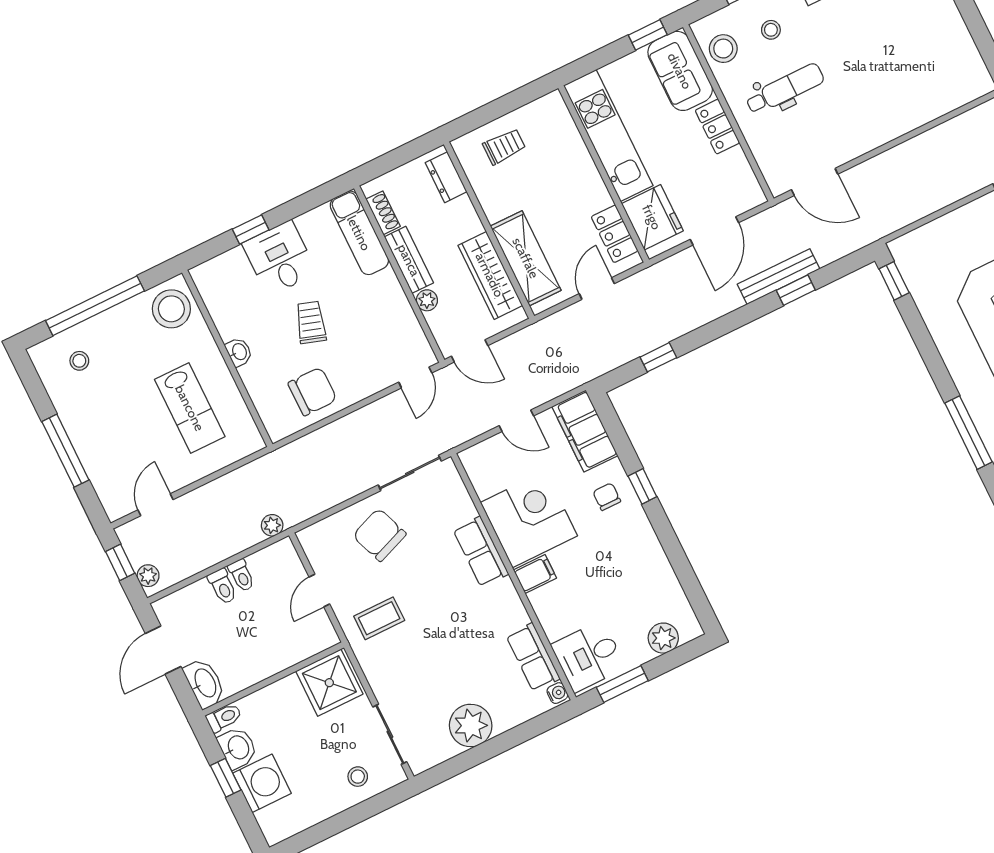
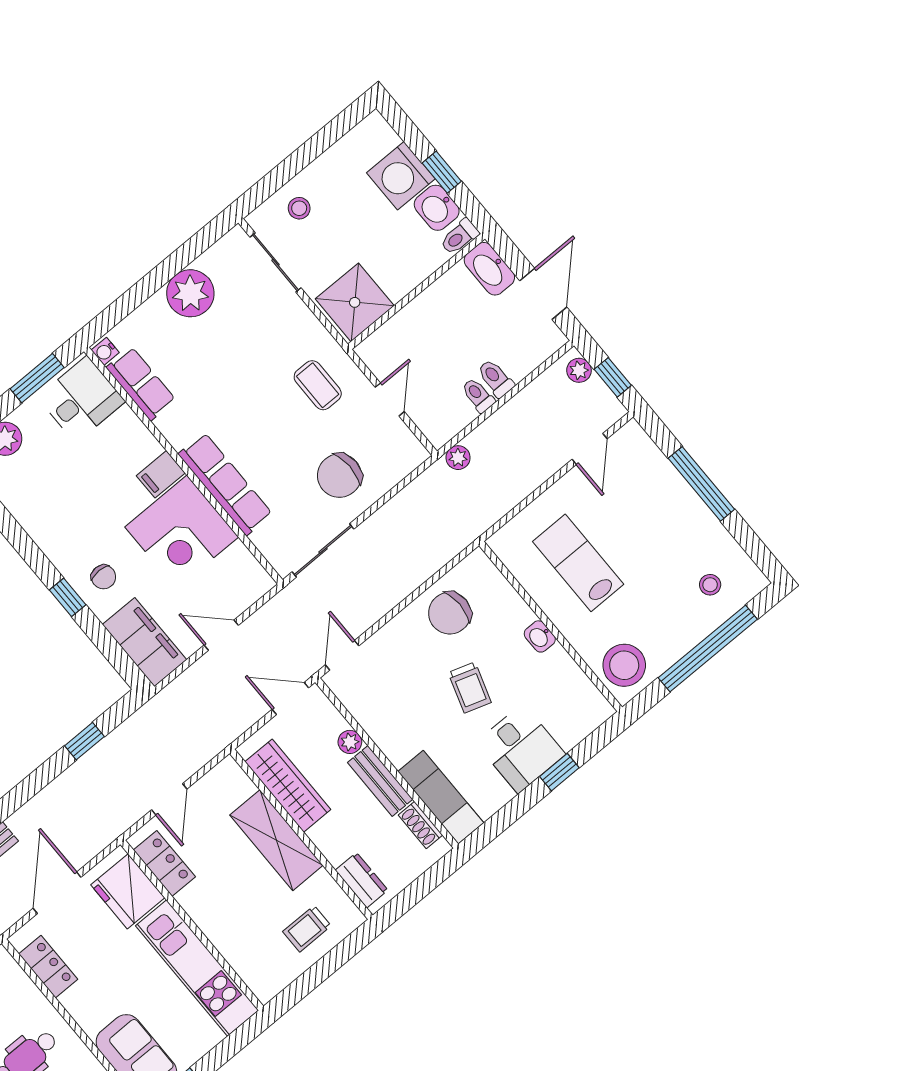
locker: (717, 127) -> (48, 967), moved
shelving: (526, 258) -> (276, 840), moved
chair: (379, 535) -> (339, 476), turned 110
row of seats: (481, 552) -> (225, 484), width x1.48
coffee table: (379, 618) -> (318, 385), turned 90

